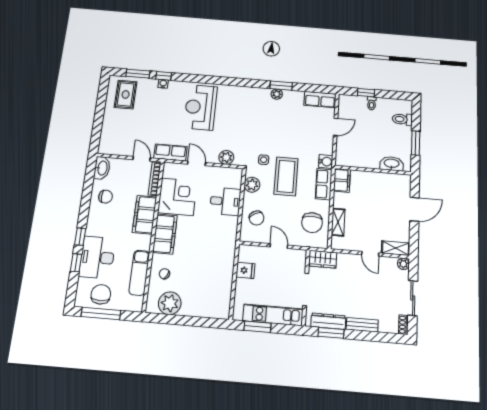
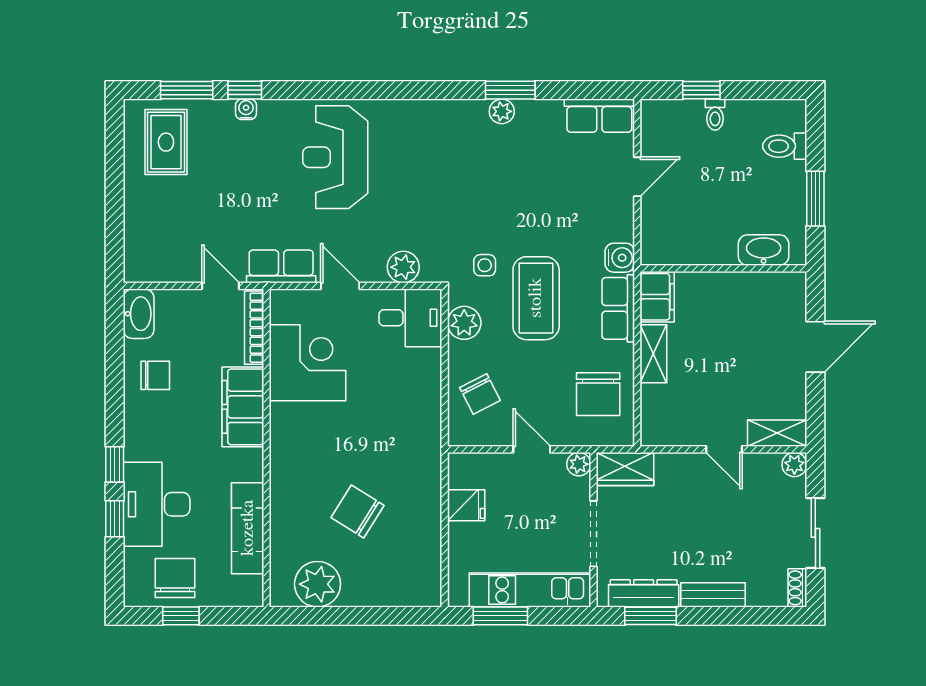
desk: (225, 201) -> (410, 318), moved
shelving: (338, 222) -> (653, 354), moved
filing cabinet: (165, 234) -> (291, 444), removed
plant: (301, 255) -> (579, 464), added
chair: (164, 274) -> (358, 511), moved, width x1.87, depth x1.87
window: (101, 314) -> (181, 616), width x0.46

